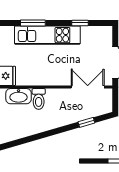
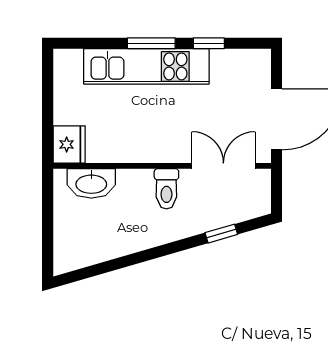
window: (33, 23) -> (151, 43), moved
toilet: (39, 99) -> (166, 189), moved

